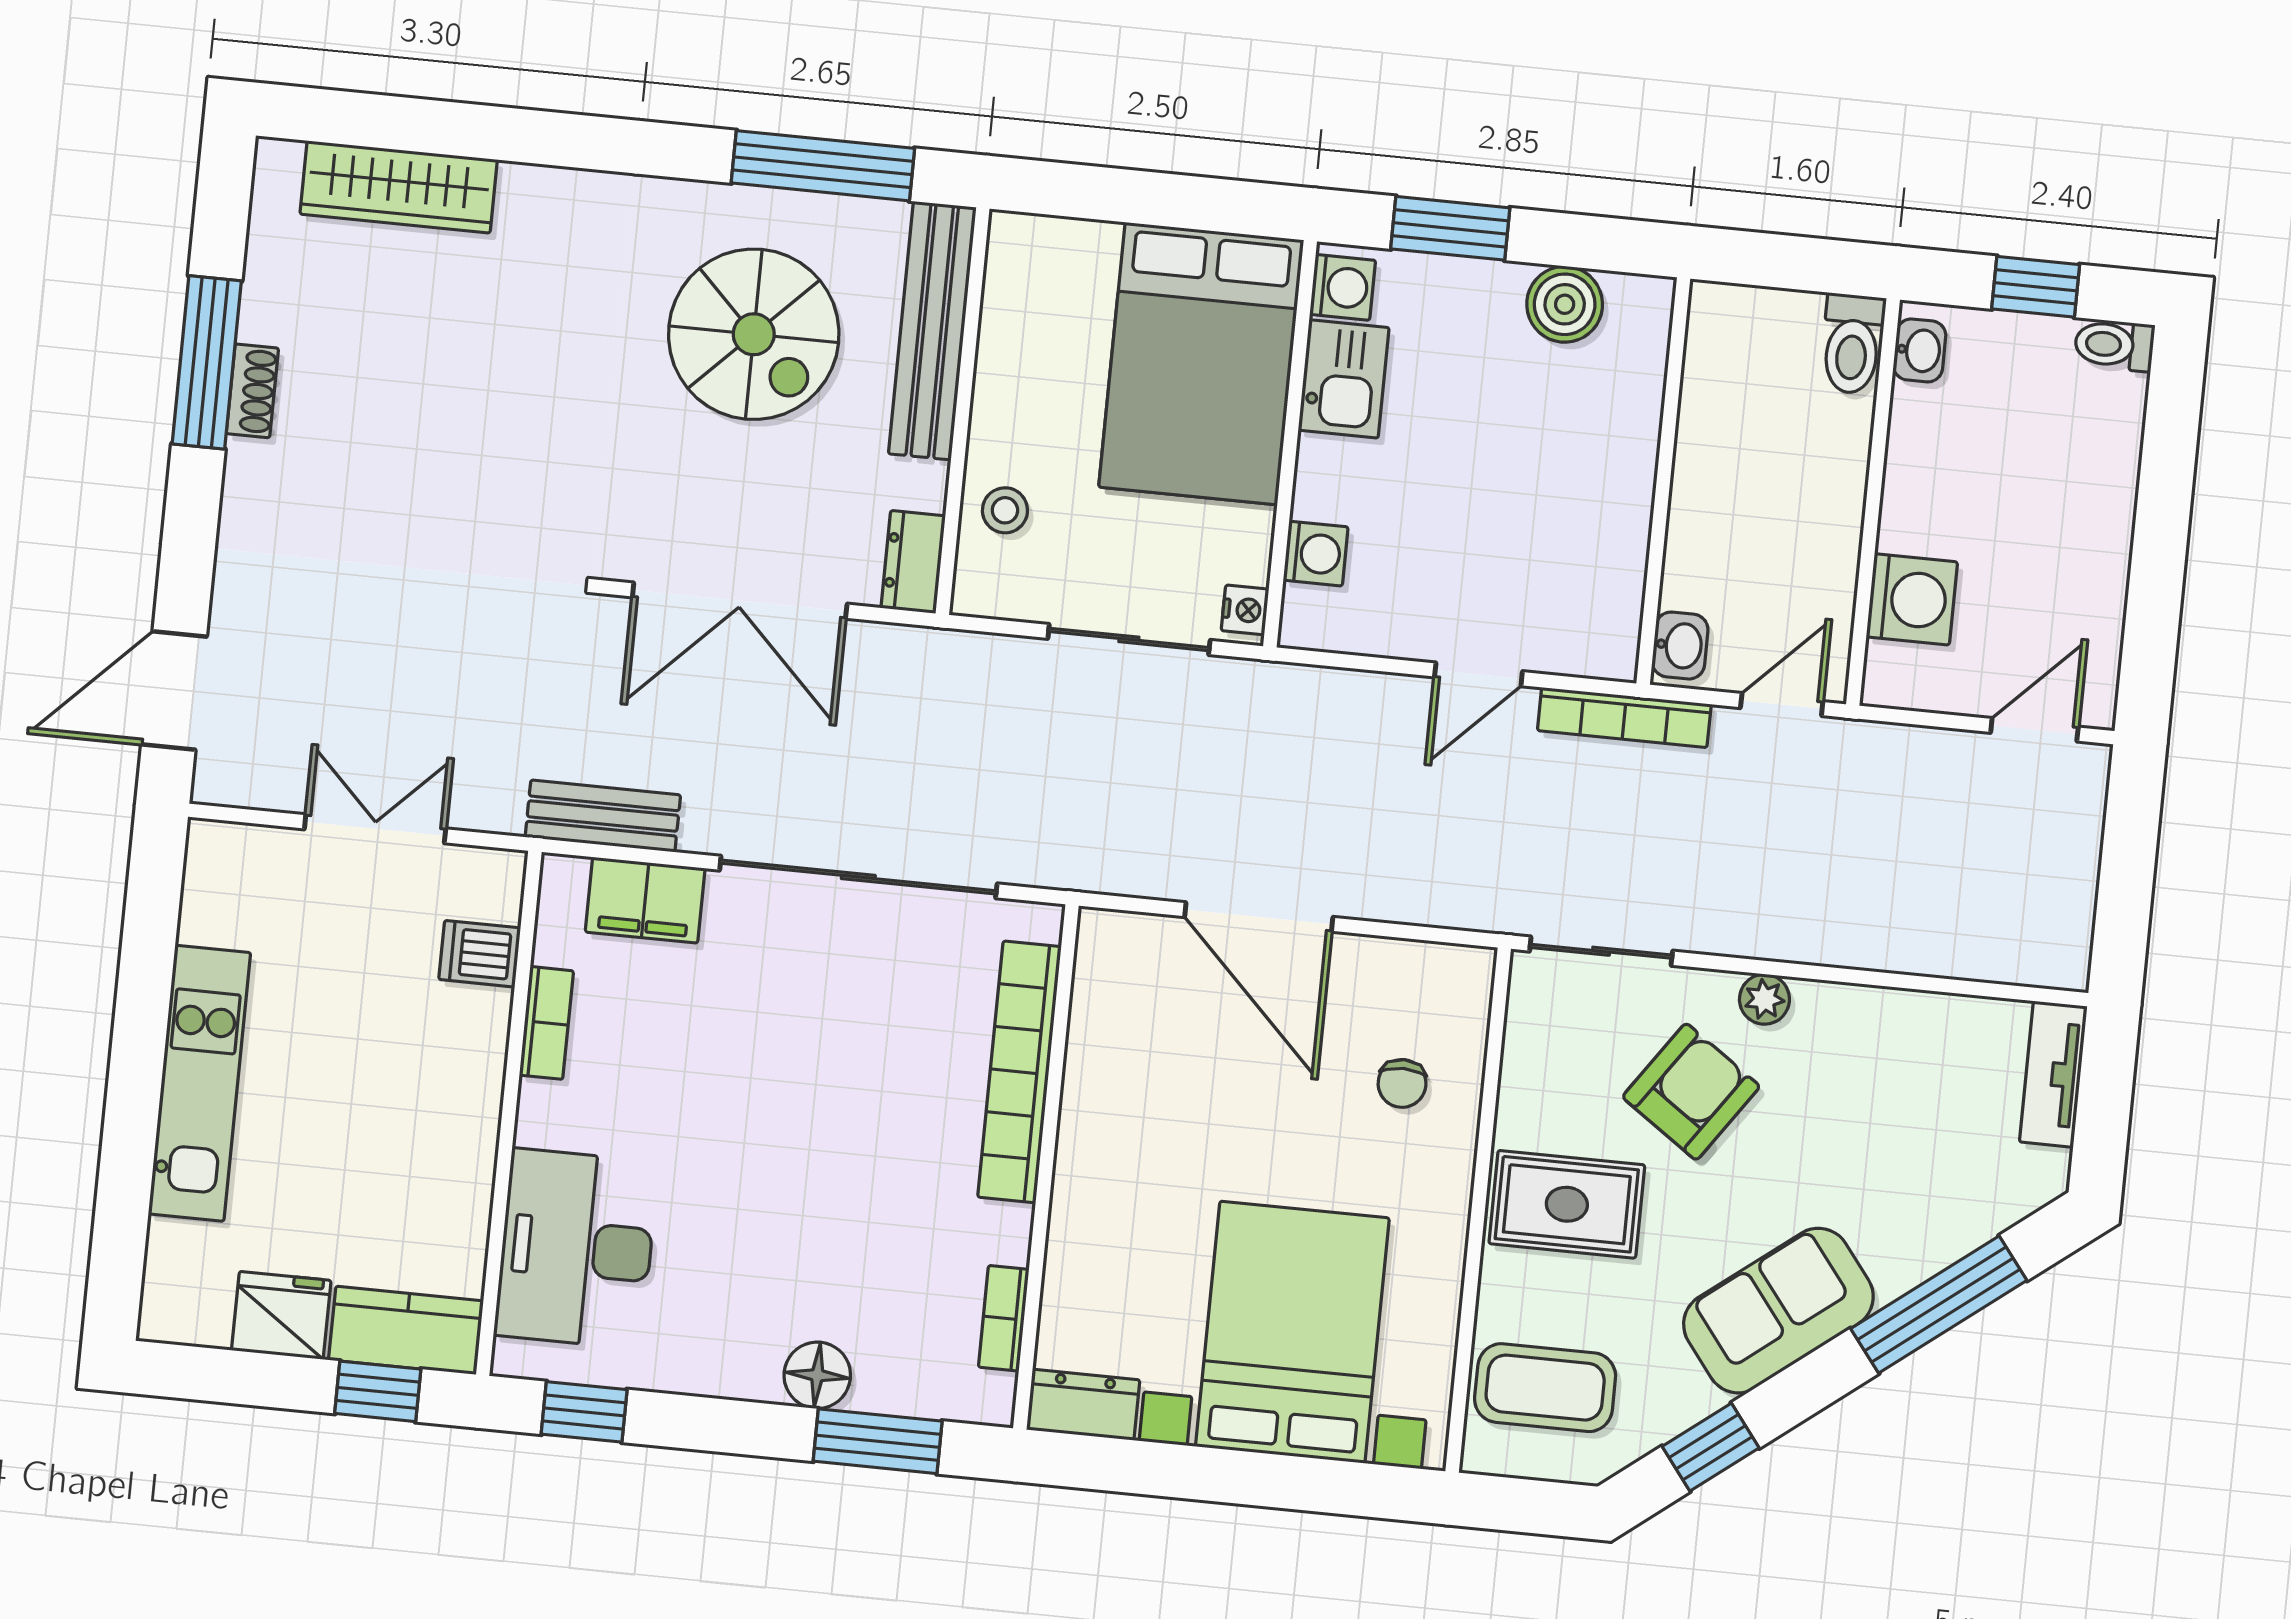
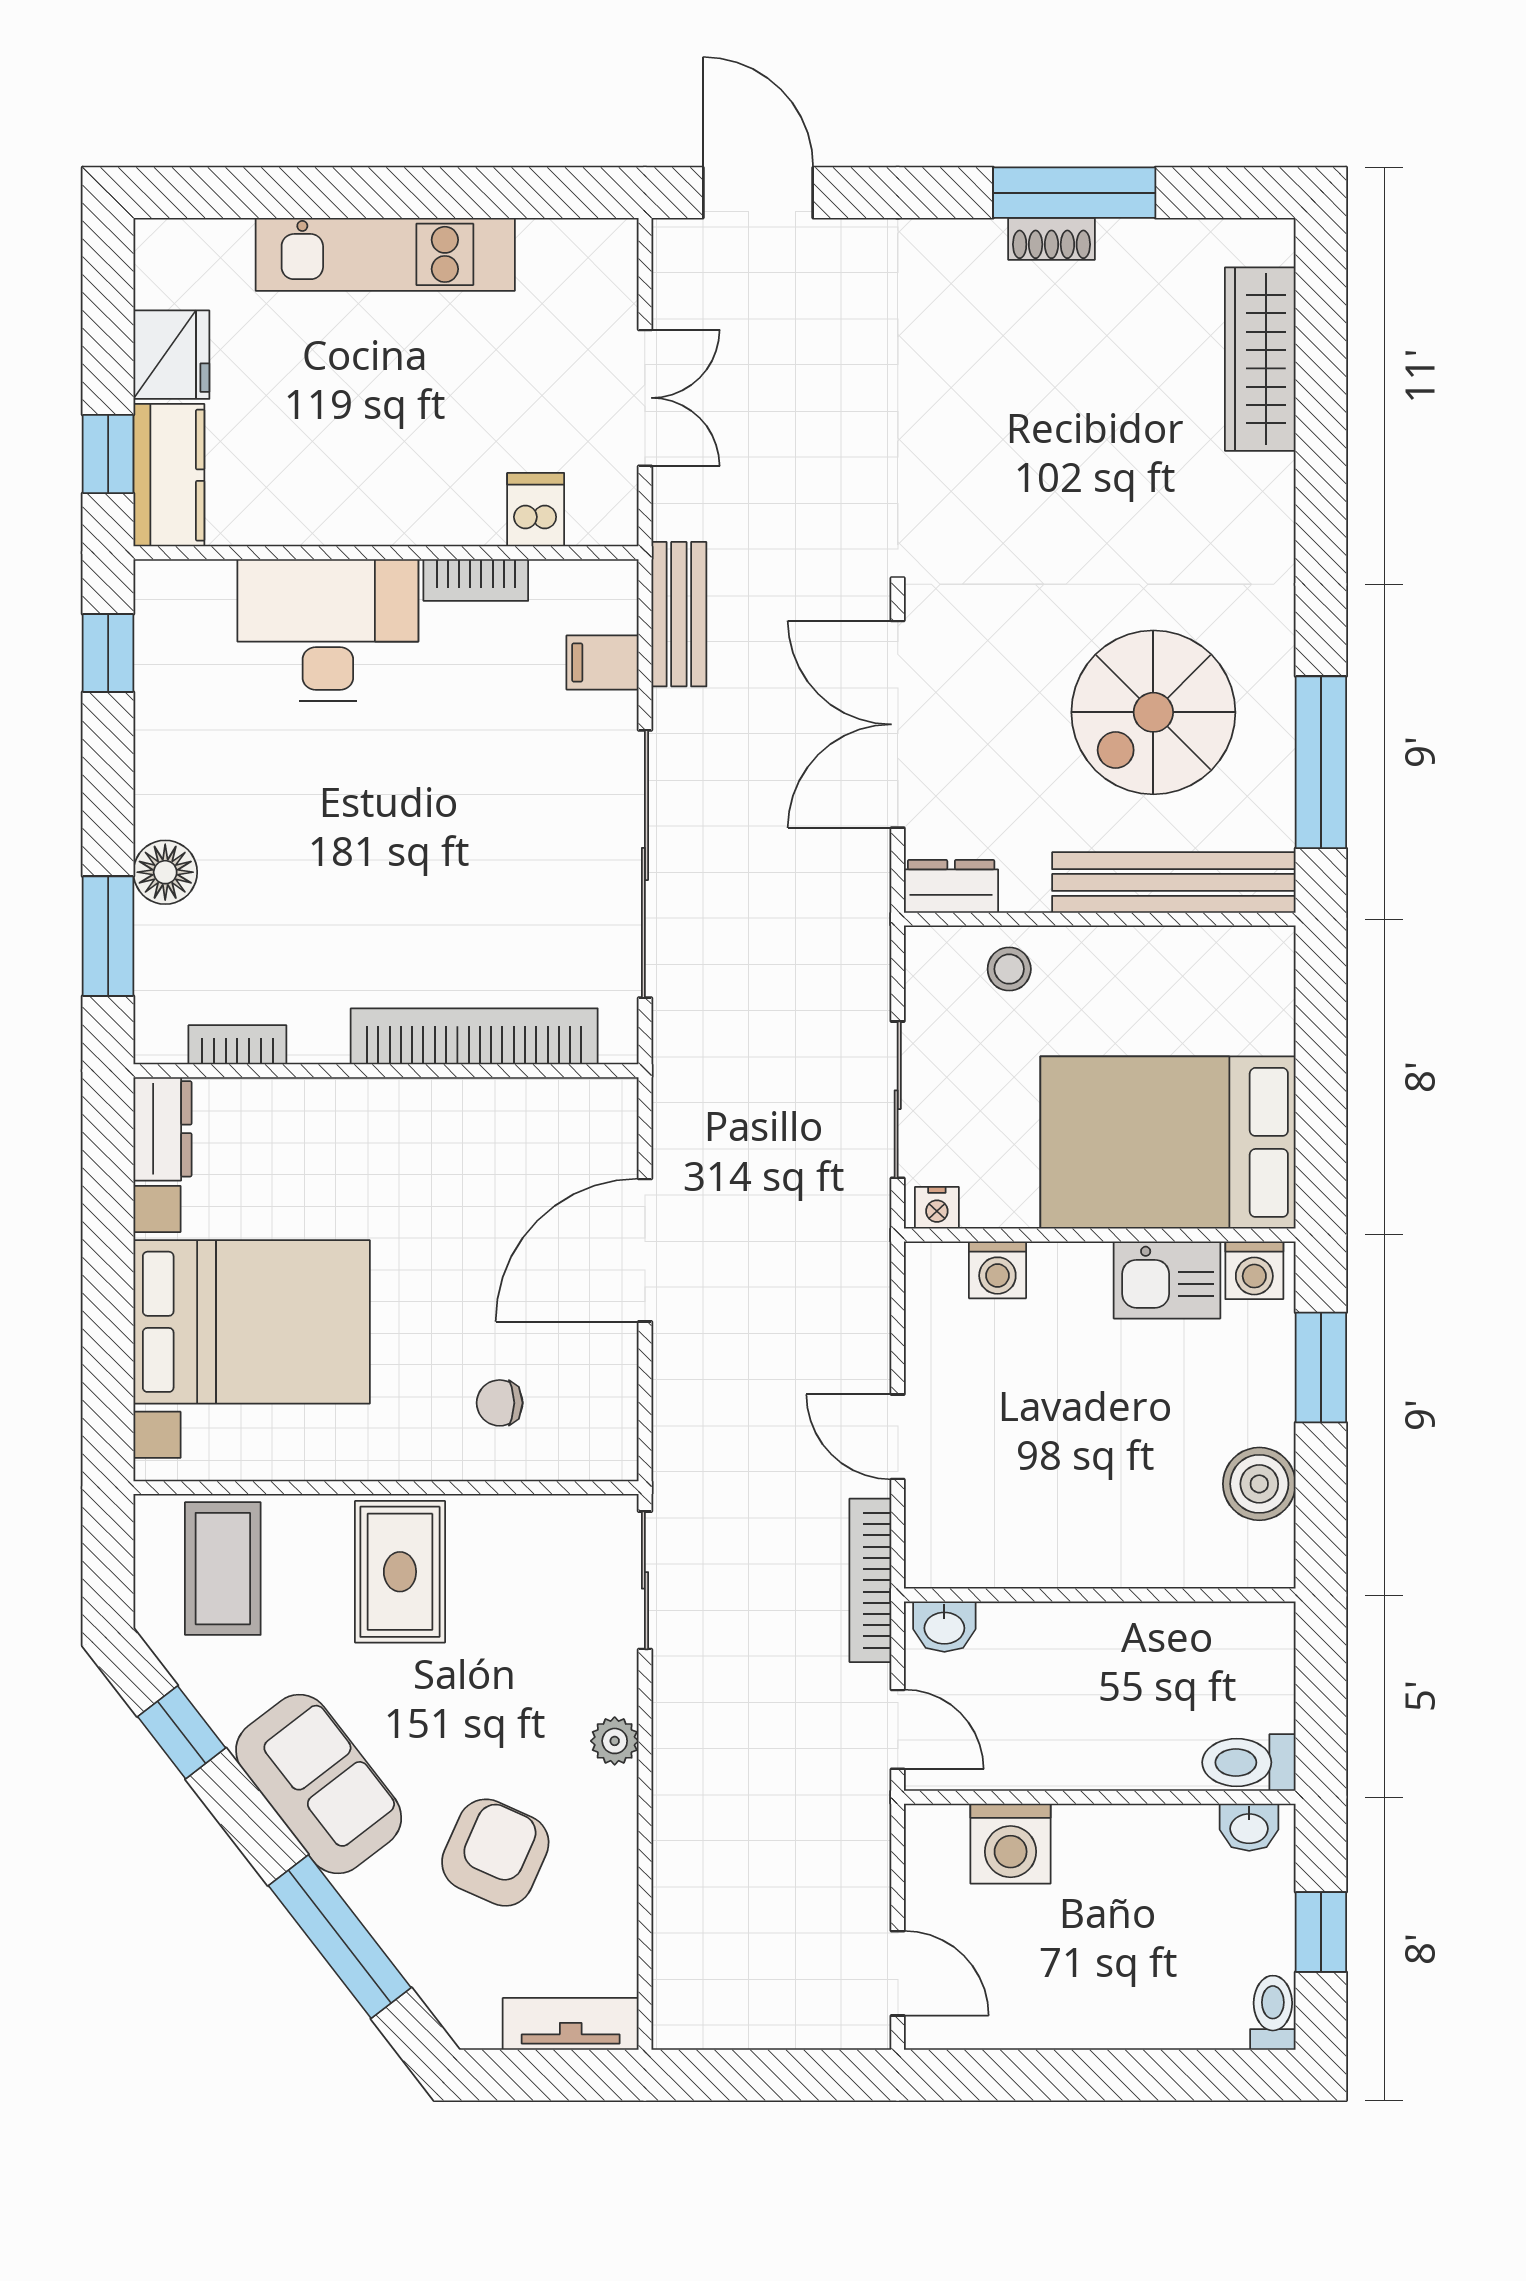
filing cabinet: (645, 900) -> (603, 663), width x0.50
armchair: (1691, 1092) -> (495, 1853), moved, turned -101
desk: (576, 1249) -> (328, 630), moved

